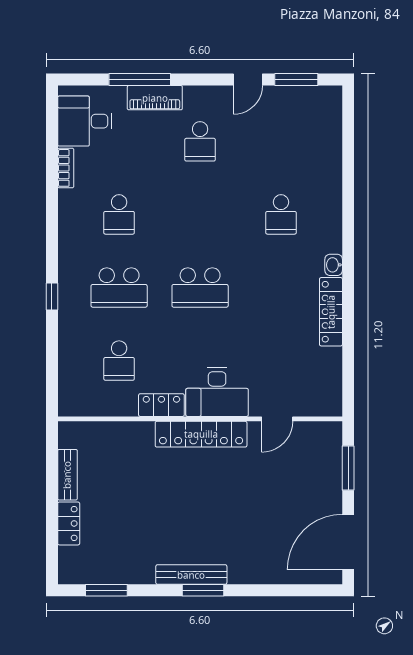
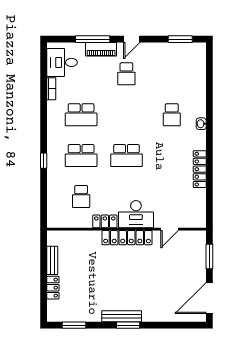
door: (248, 80) -> (132, 39), moved
school desk: (119, 214) -> (81, 115), width x1.85
washbasin: (334, 265) -> (201, 124), moved

